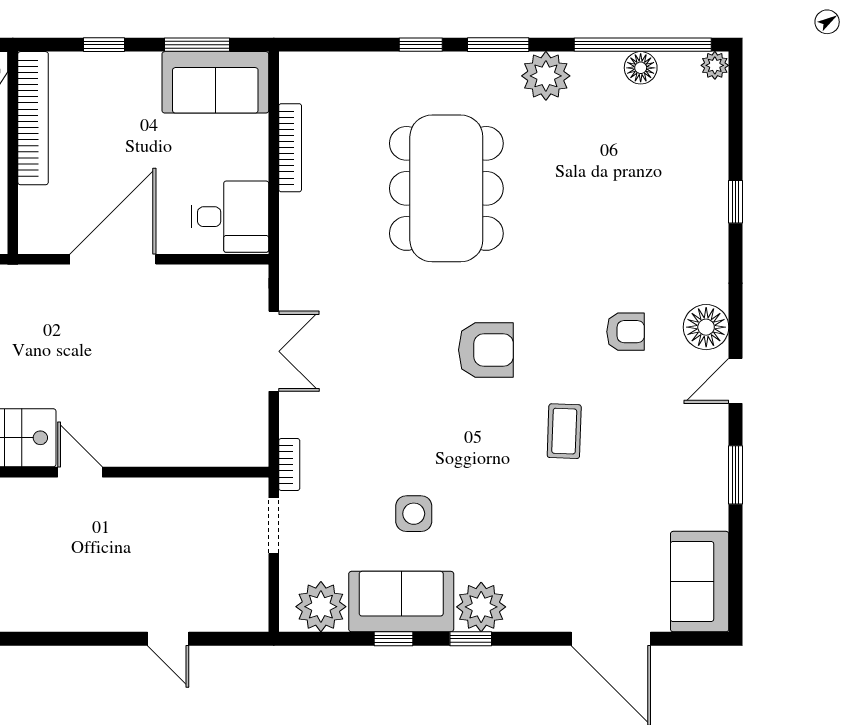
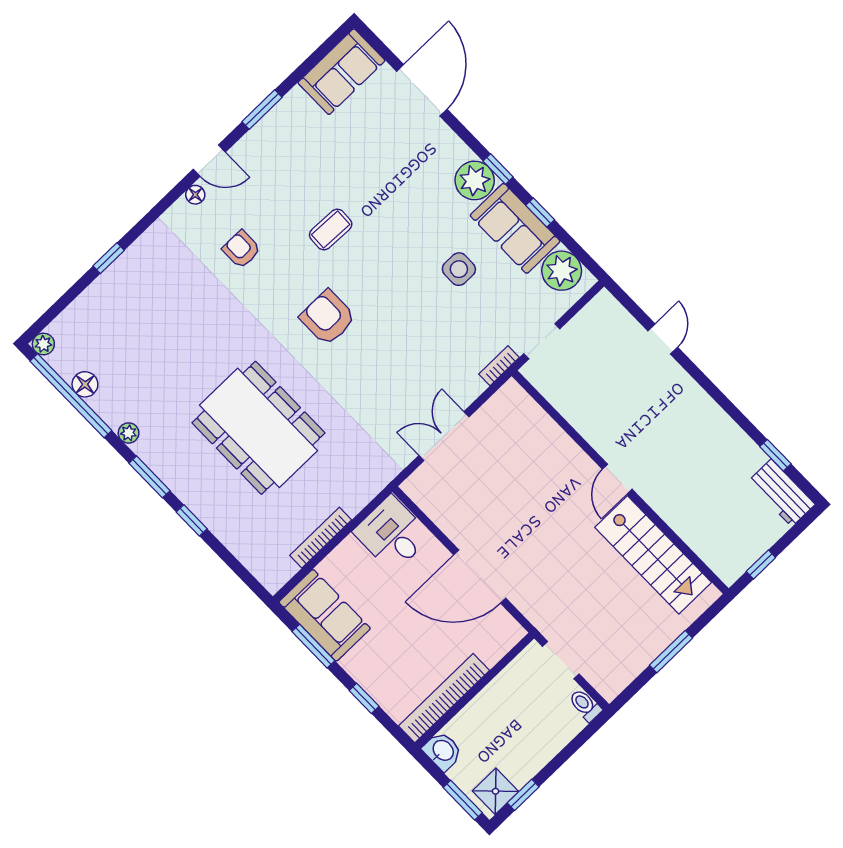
plant: (546, 76) -> (129, 433), width x0.53, depth x0.53
dining table: (446, 188) -> (258, 428), turned 90
floor lamp: (706, 327) -> (195, 195), width x0.53, depth x0.53

